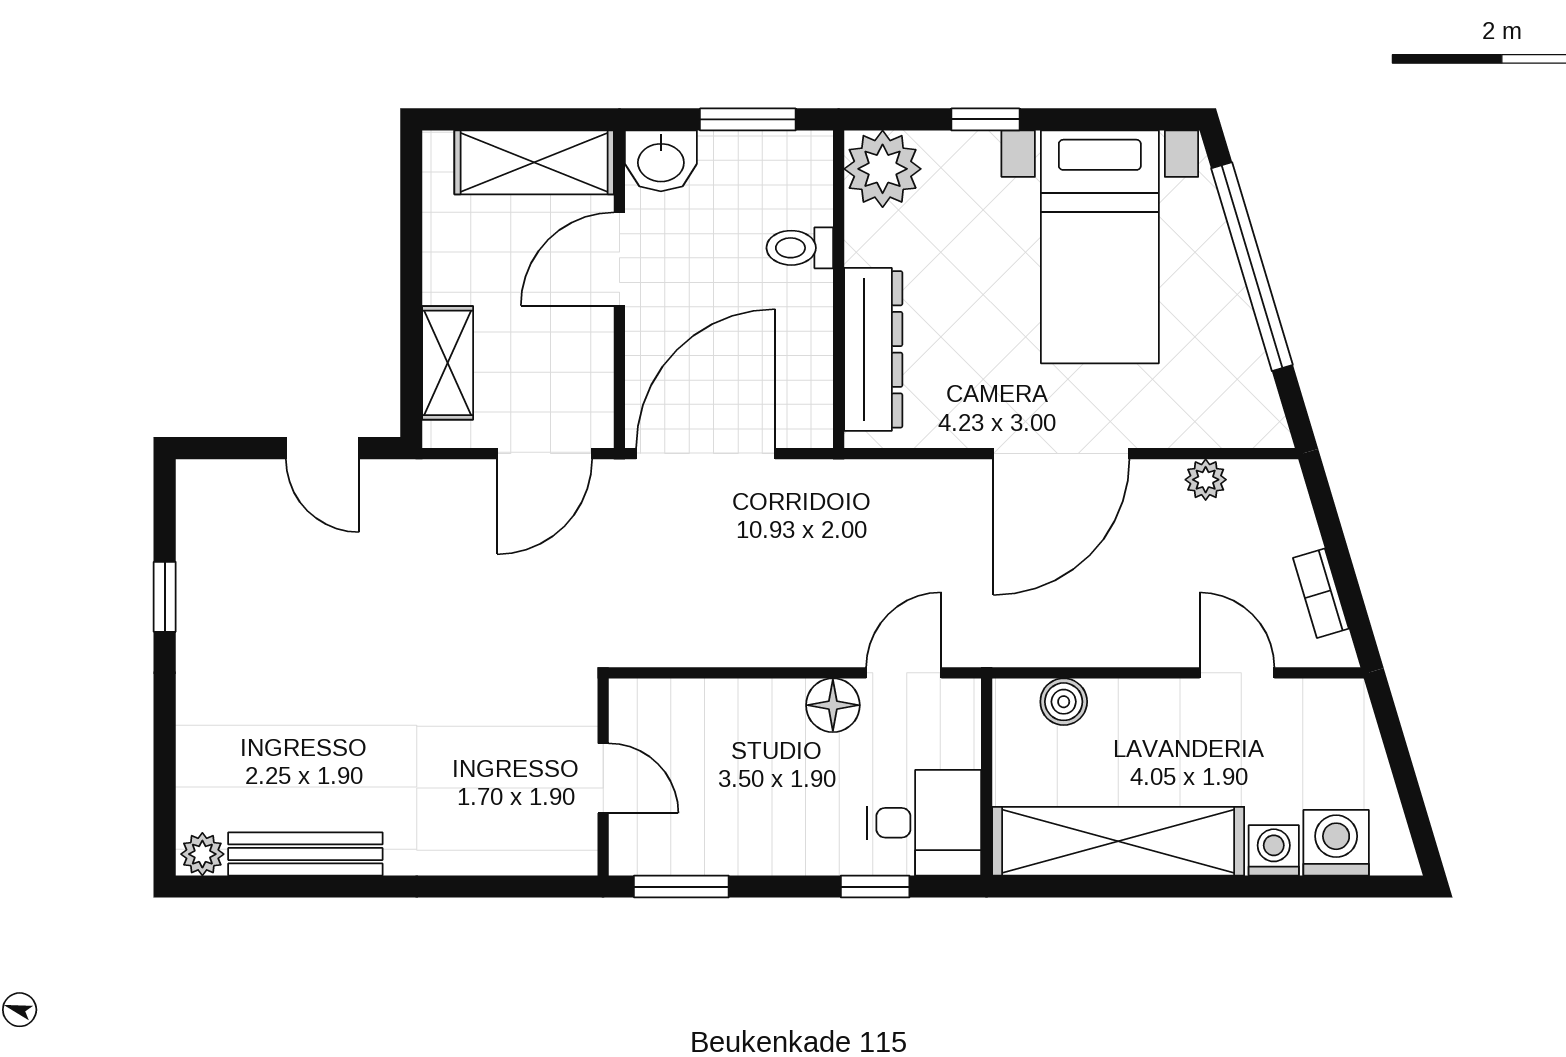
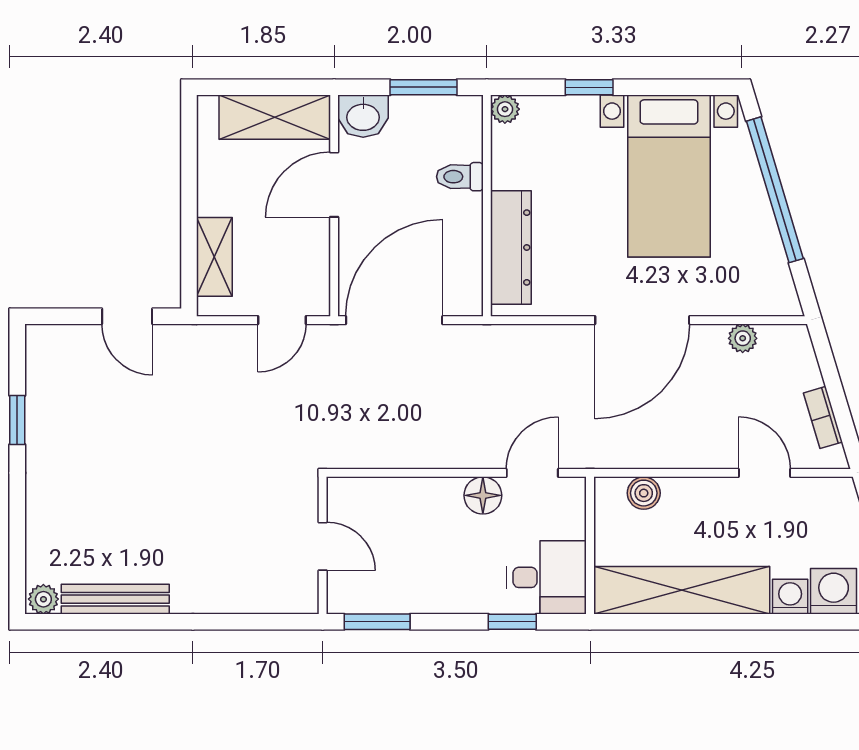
plant: (883, 169) -> (505, 109), width x0.53, depth x0.53
door: (545, 454) -> (282, 320), width x0.73

